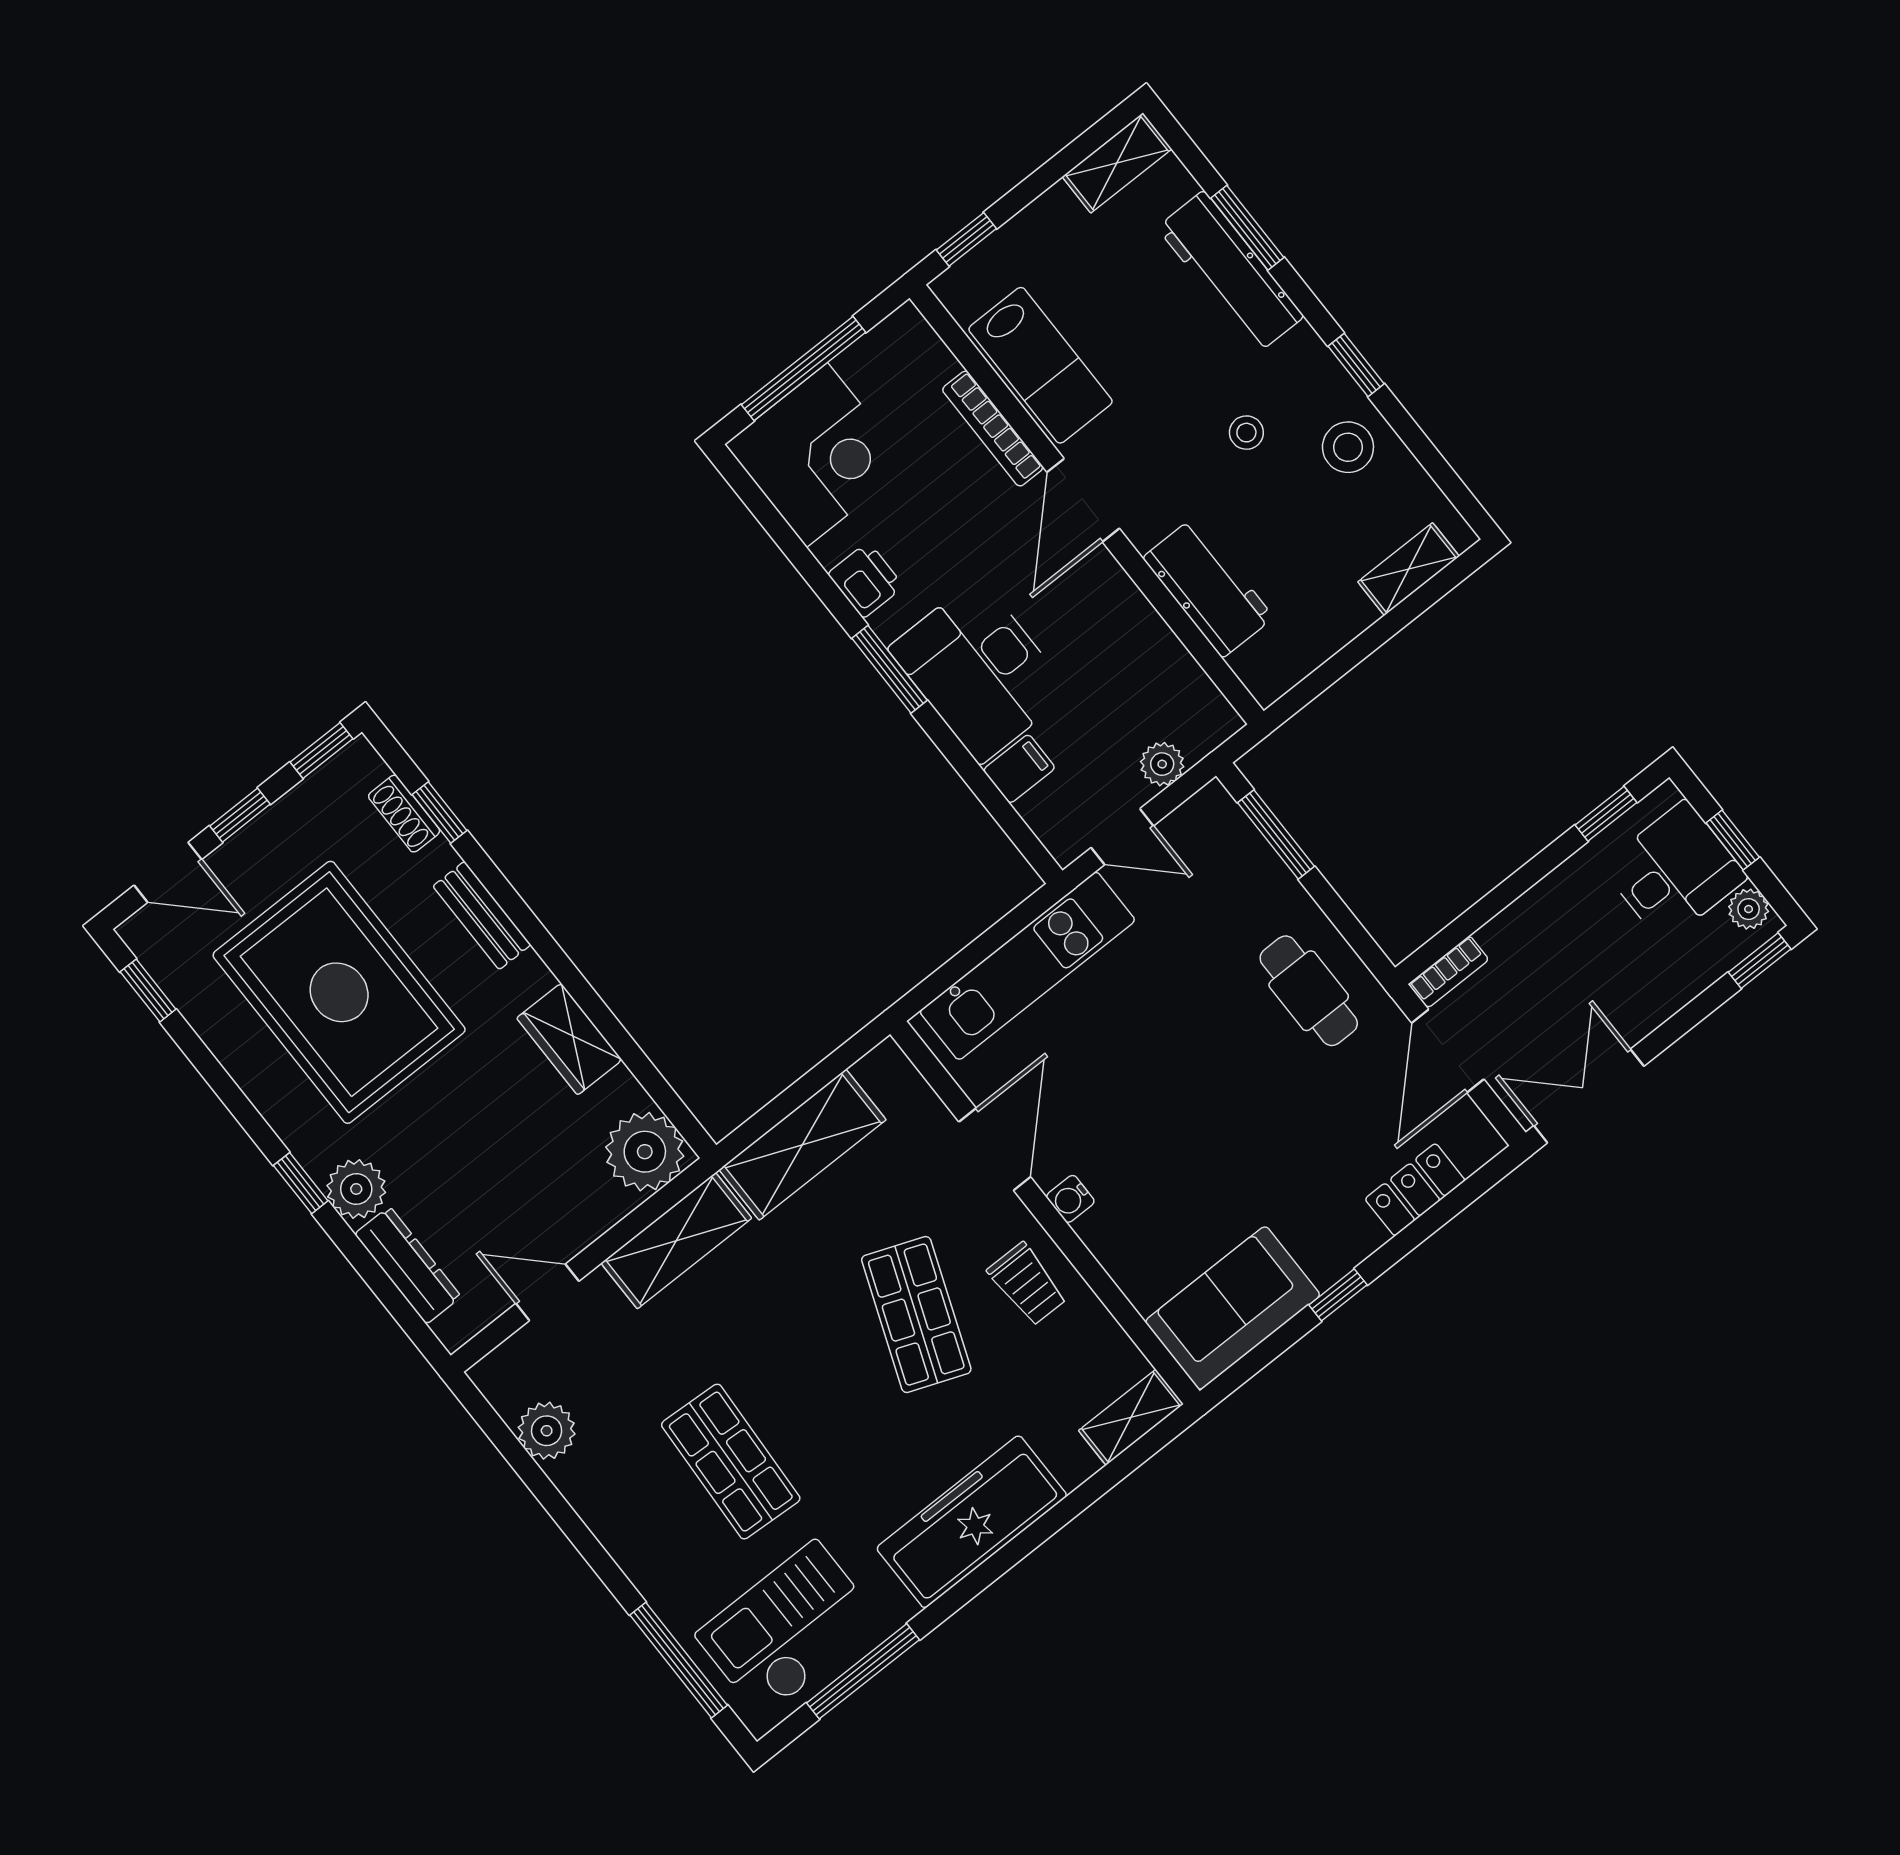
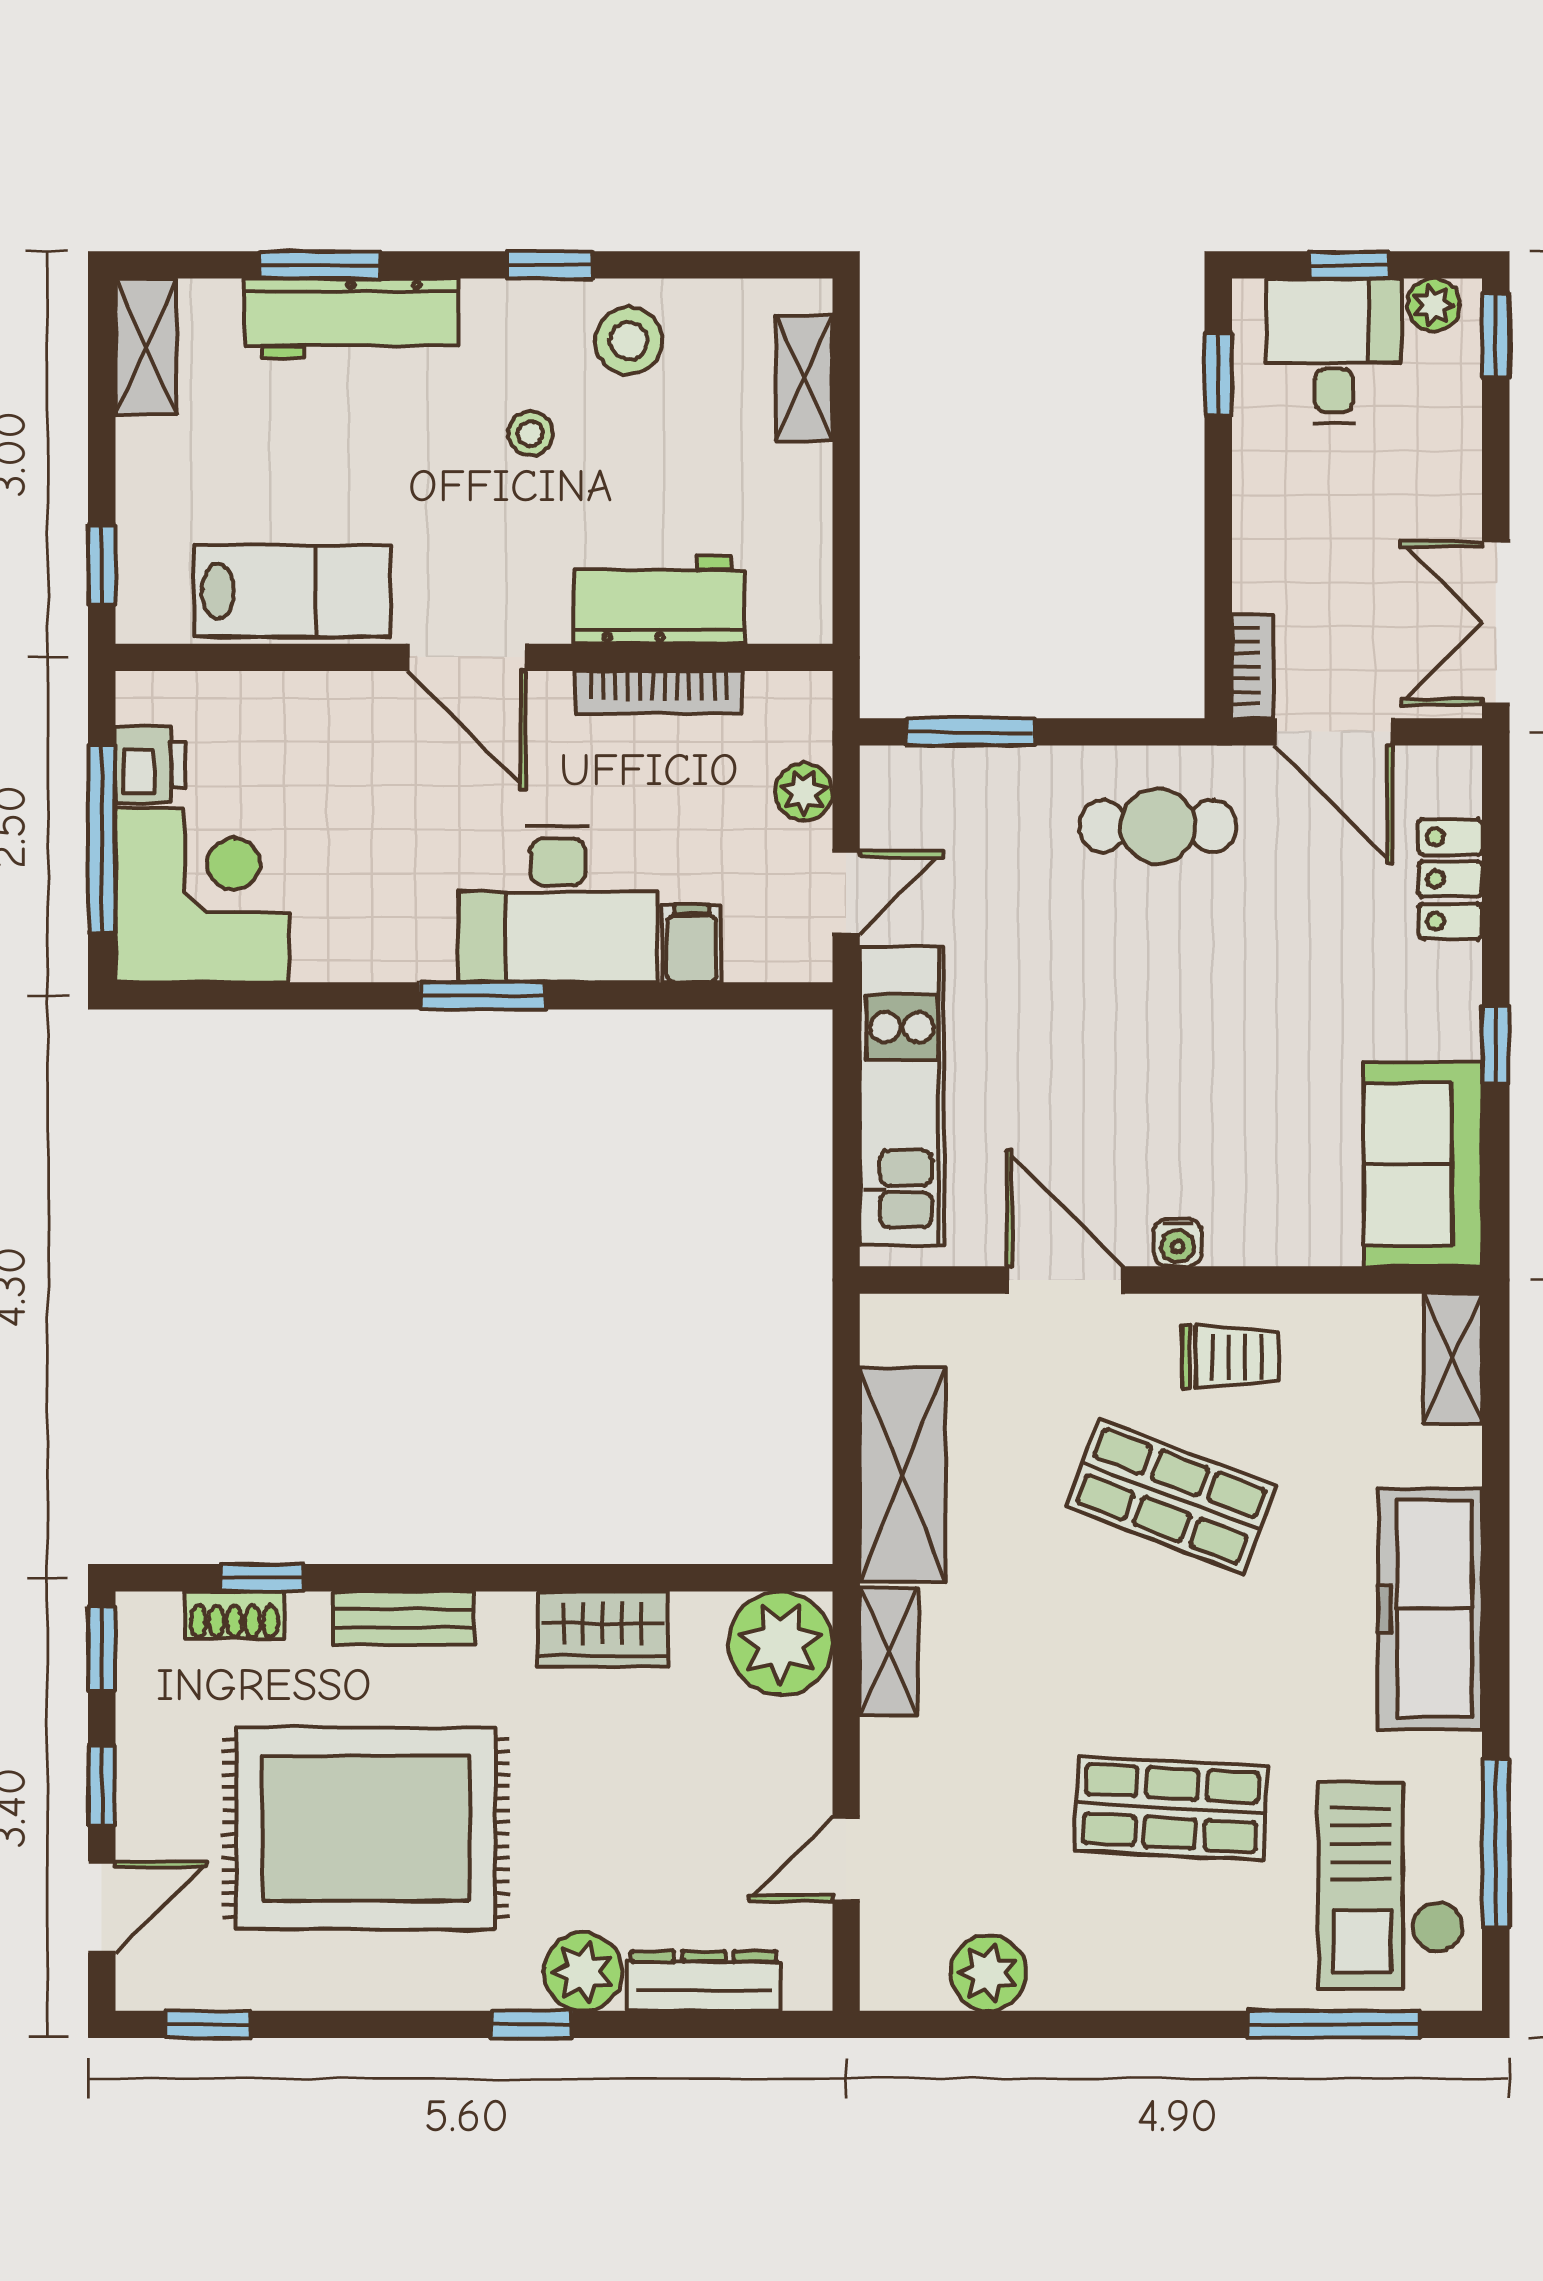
bookcase: (993, 429) -> (659, 692), moved
printer: (866, 580) -> (150, 765), moved, turned 90
shelving: (676, 1241) -> (889, 1651), width x0.67, depth x0.75

